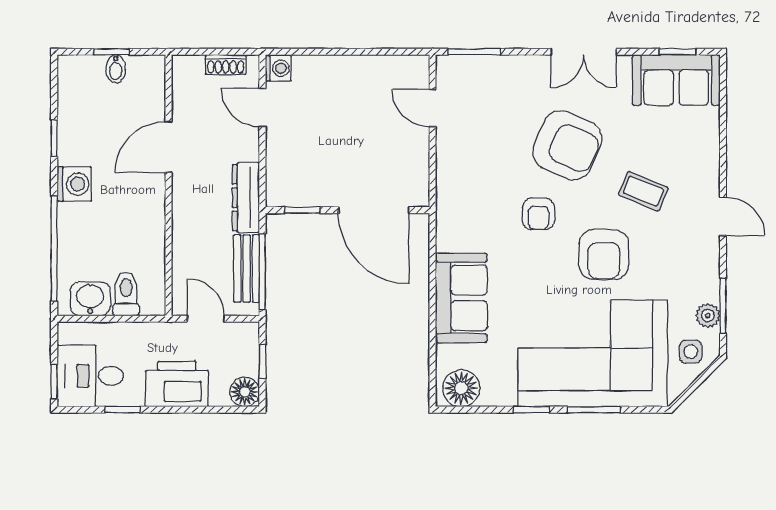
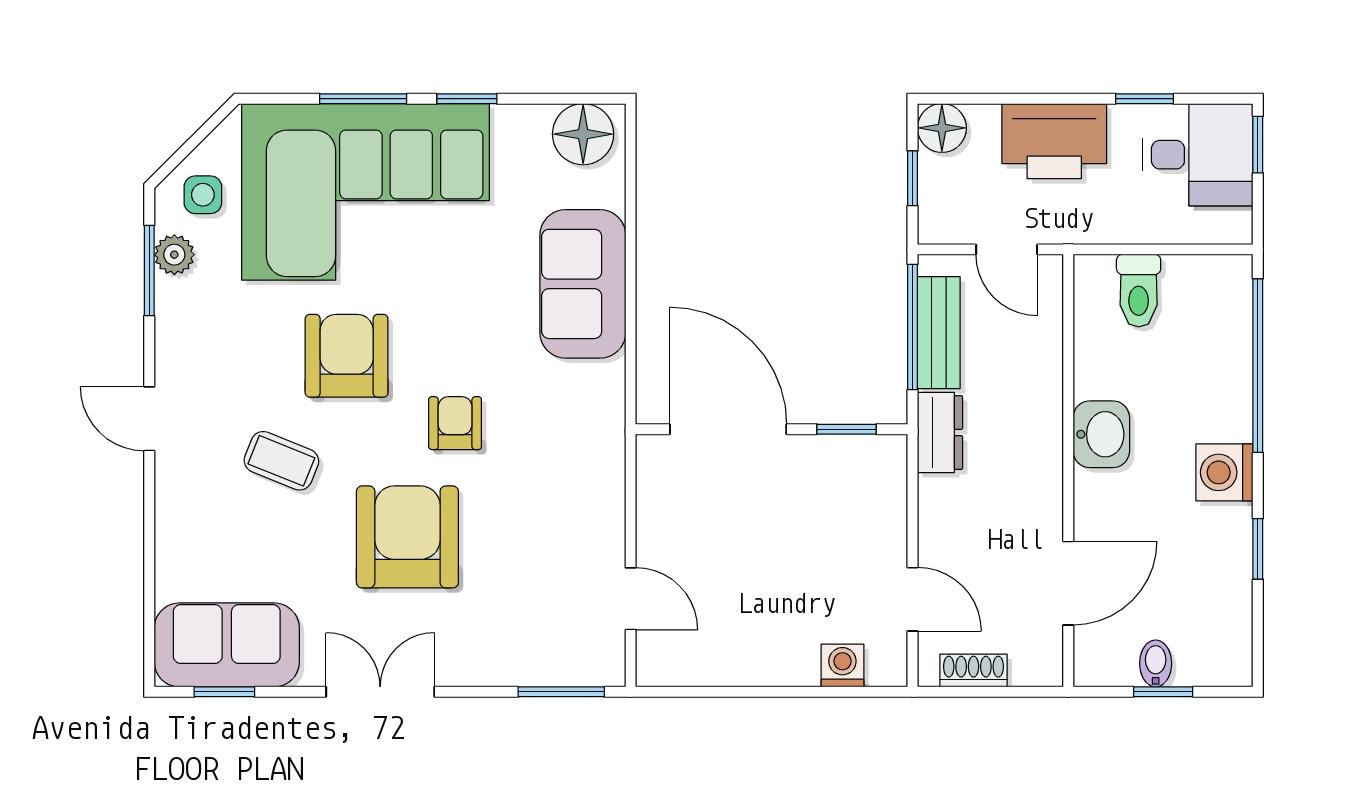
washing machine: (278, 68) -> (842, 665), moved, turned 90
armchair: (567, 145) -> (407, 537), turned 66
door: (169, 147) -> (1068, 583), moved
dresser: (246, 198) -> (940, 433), width x0.70
washbasin: (90, 299) -> (1101, 434), moved, turned -90

